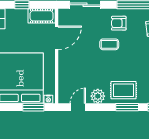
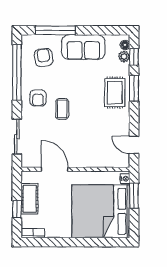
cot: (42, 16) -> (30, 199), moved
plant: (98, 96) -> (122, 122), removed

